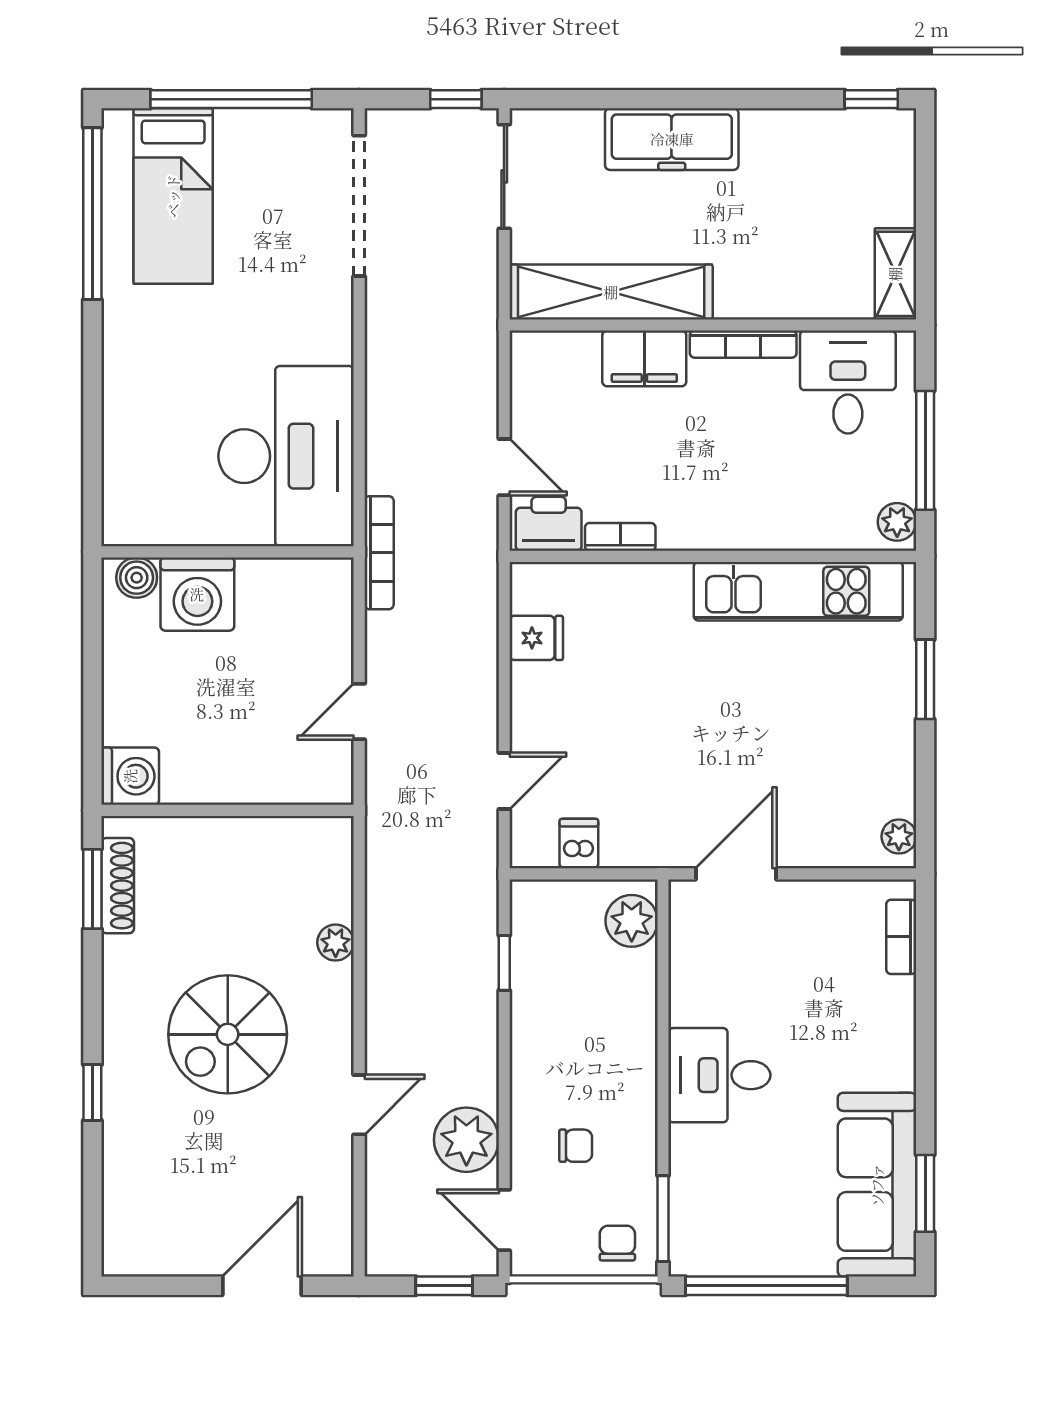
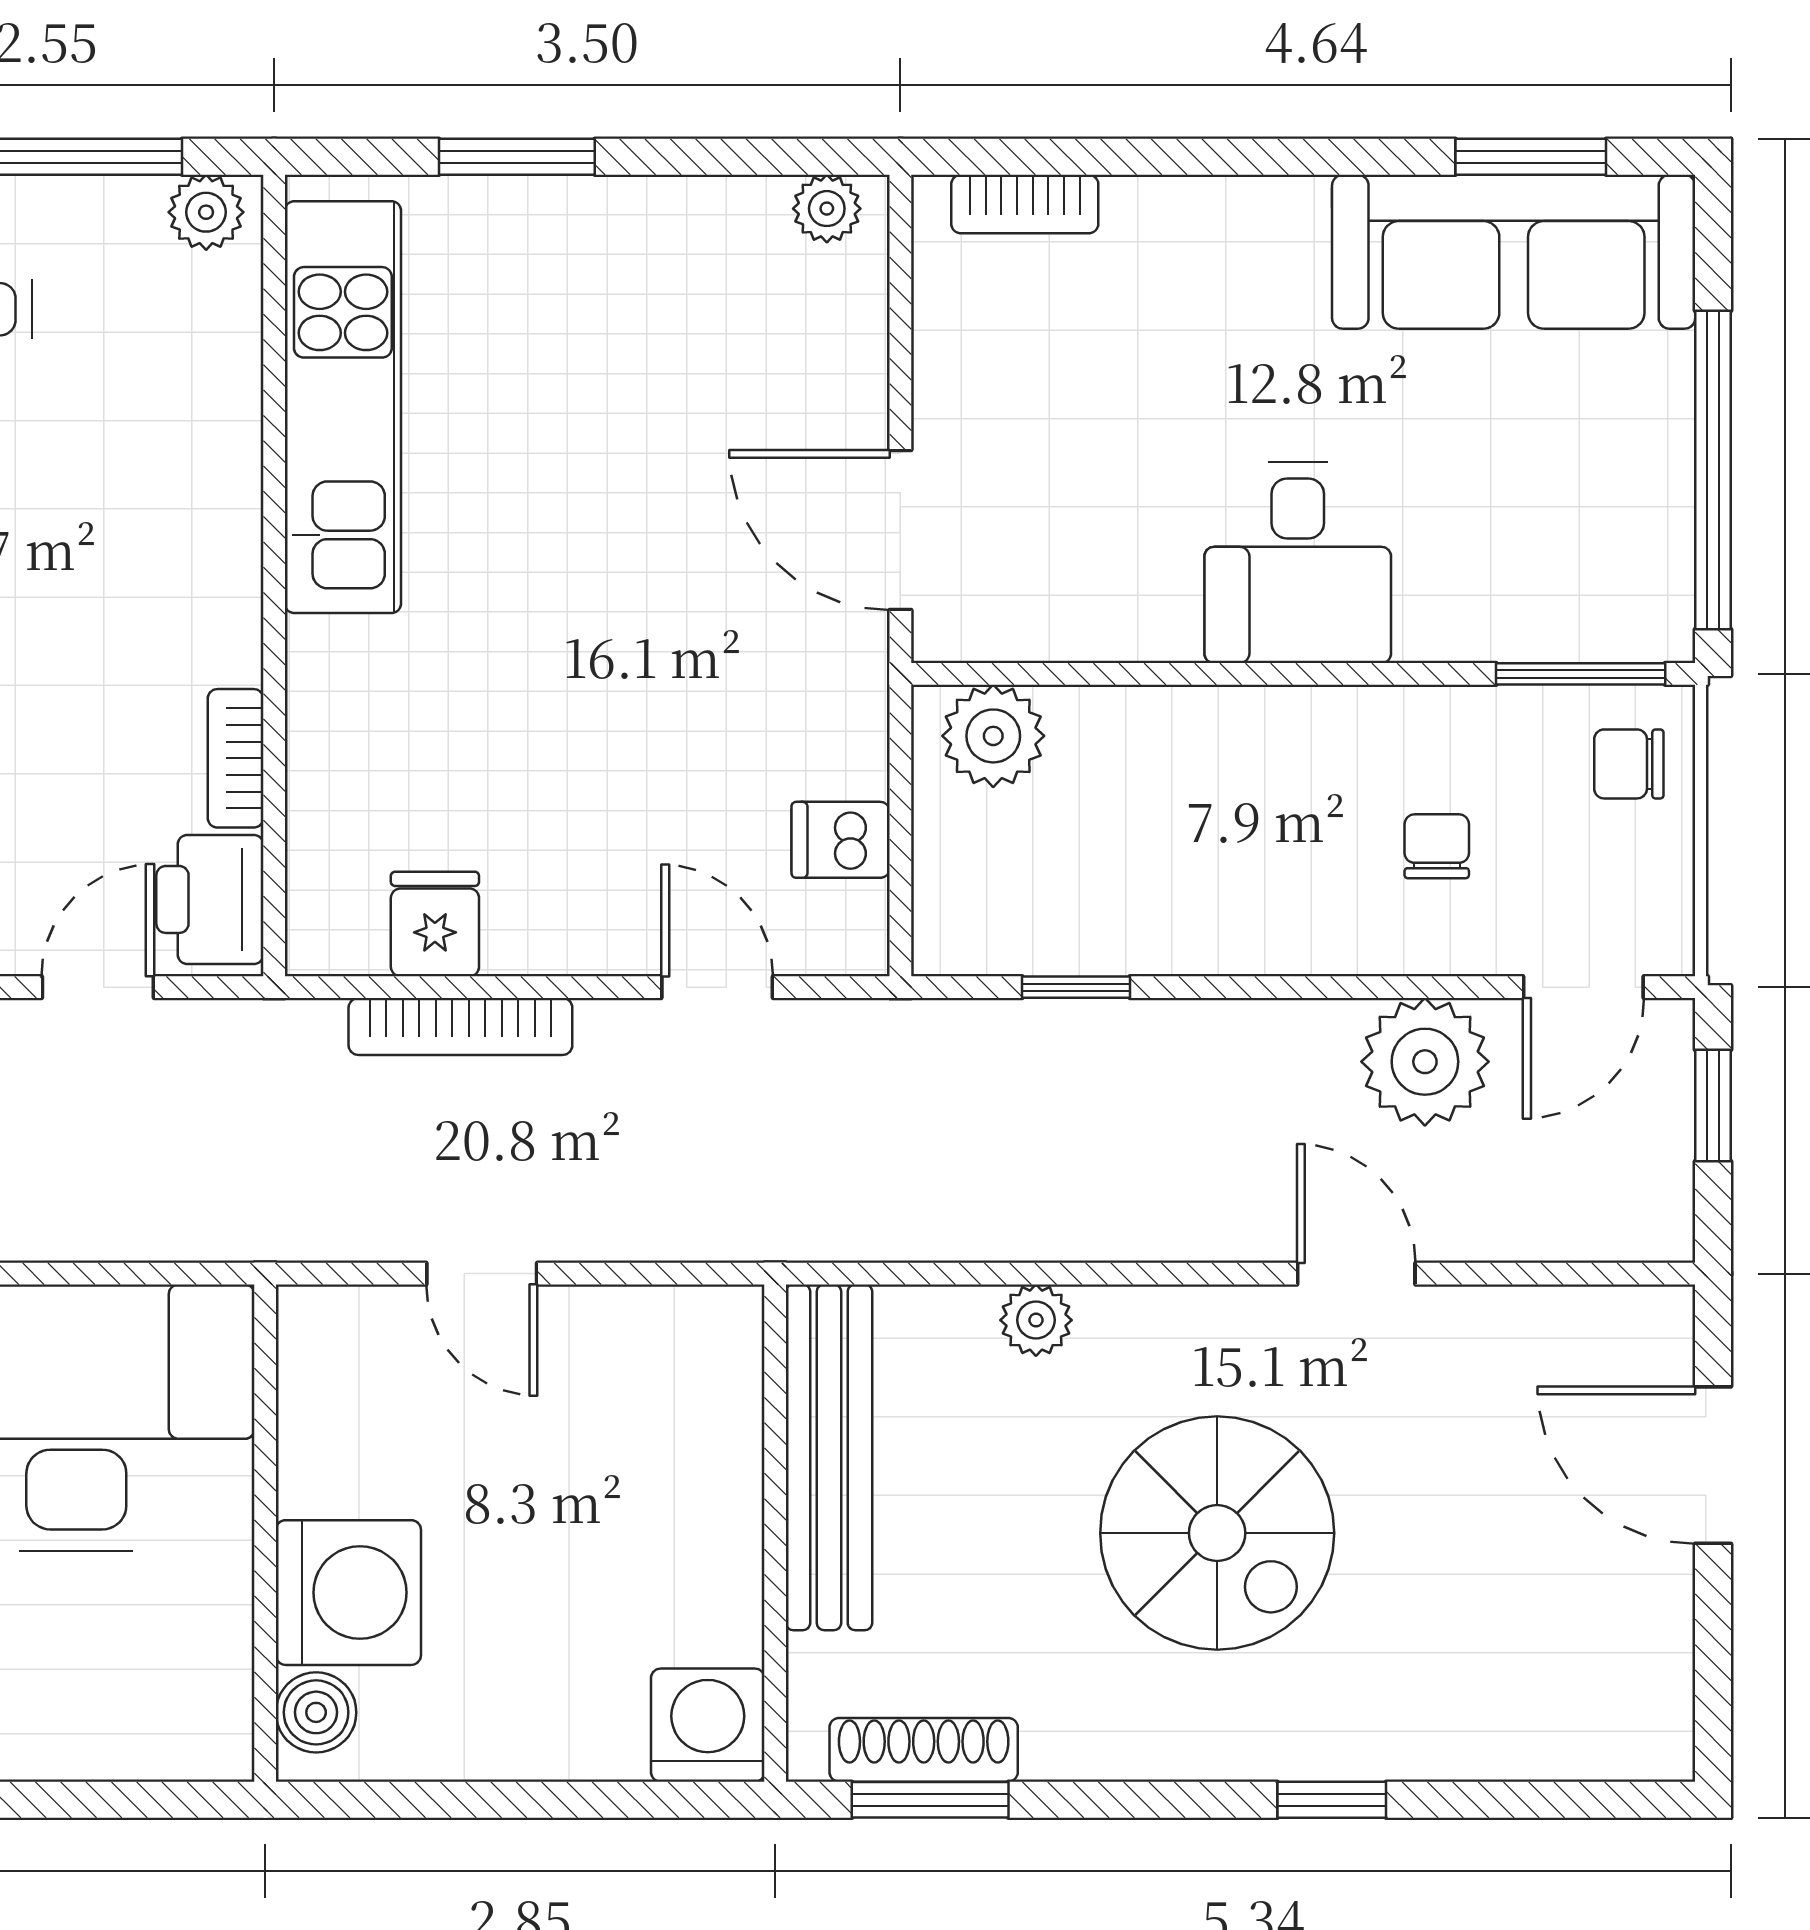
bookcase: (379, 553) -> (460, 1027), moved, turned 180
door: (359, 712) -> (482, 1274), moved
bench: (266, 838) -> (829, 1457), added

